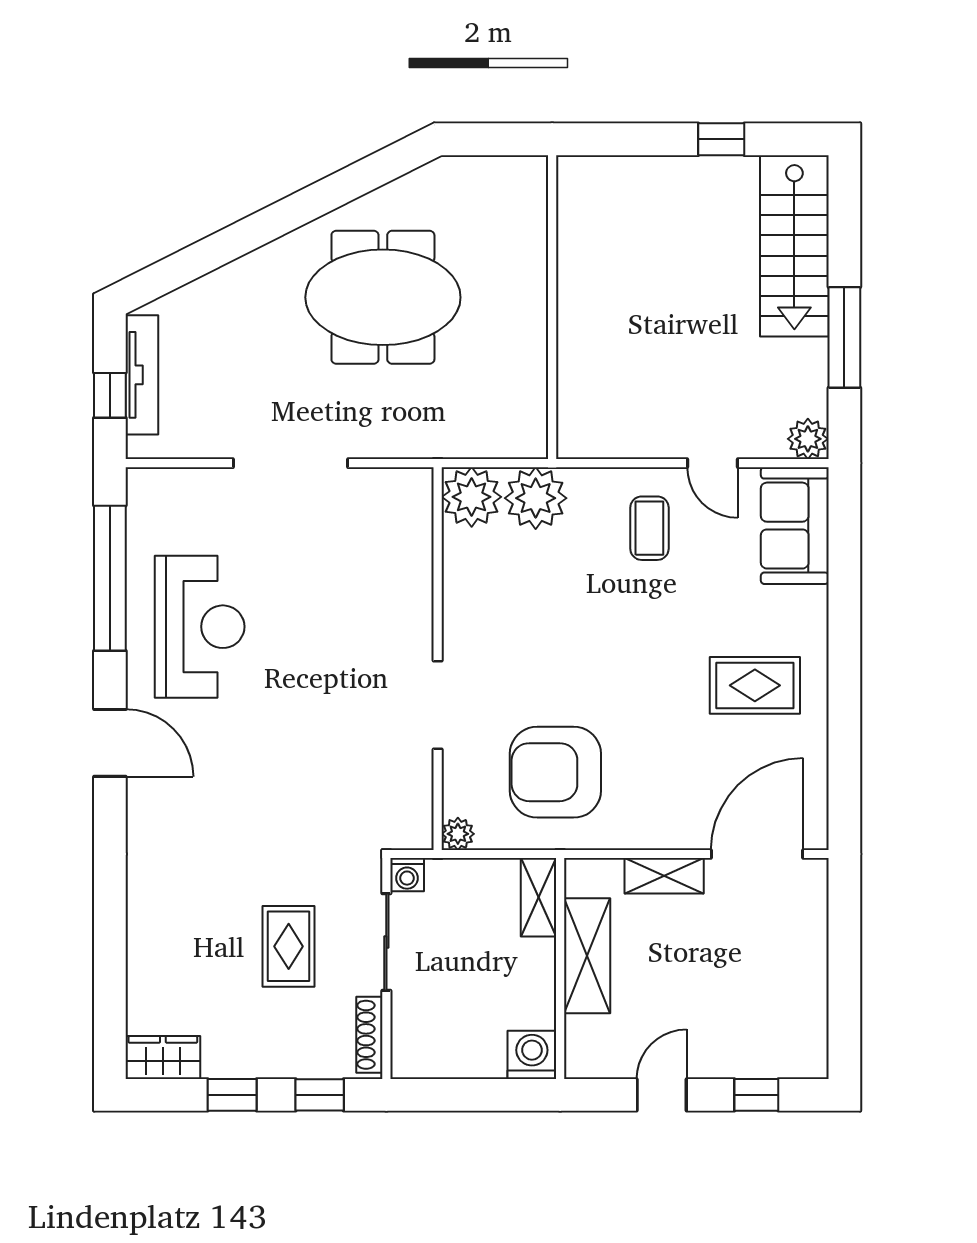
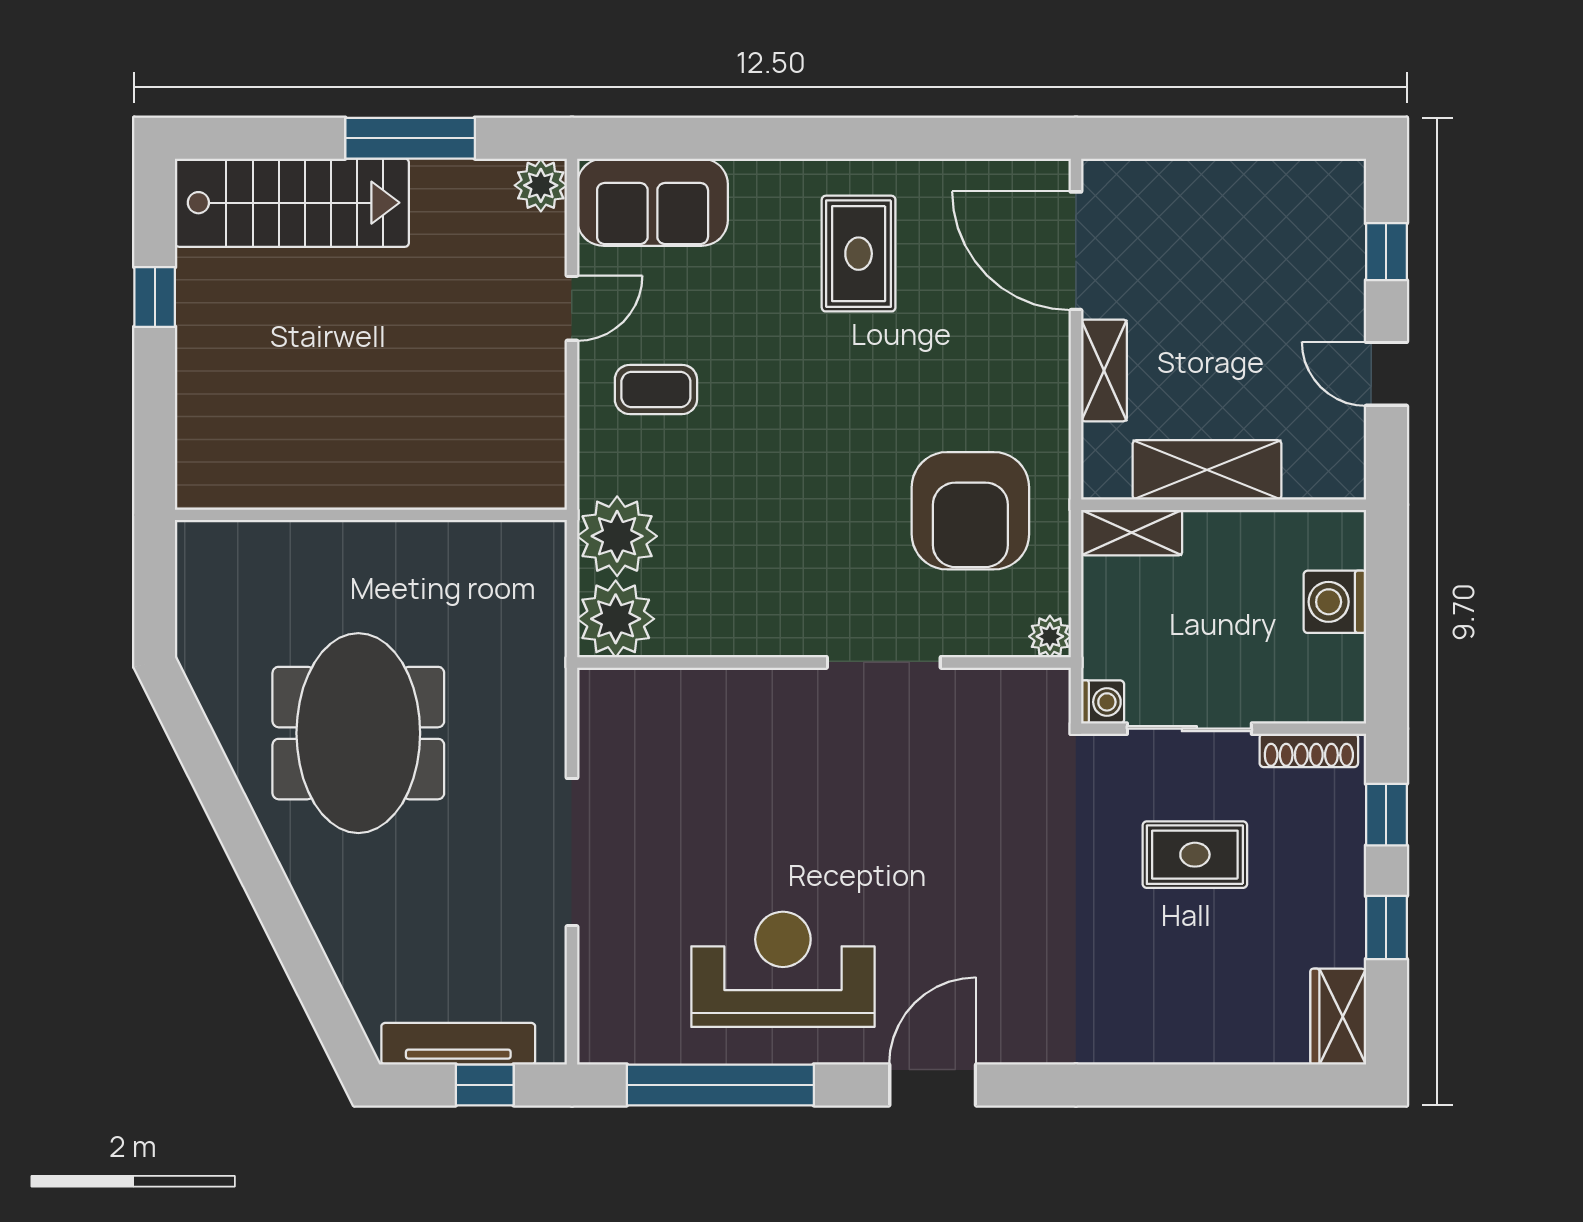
washing machine: (532, 1055) -> (1335, 602), moved

